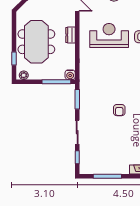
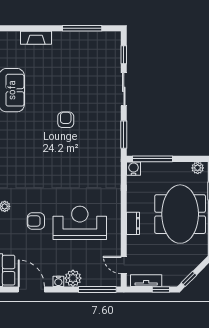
reception desk: (109, 35) -> (80, 223), turned 180

